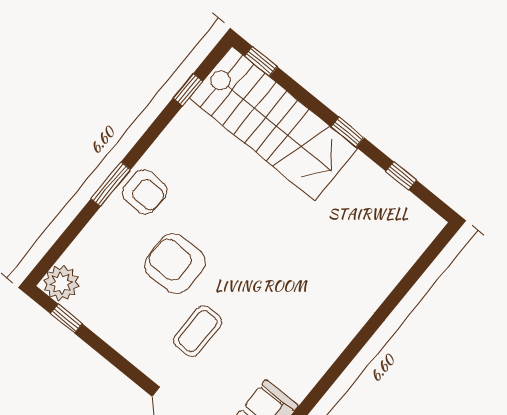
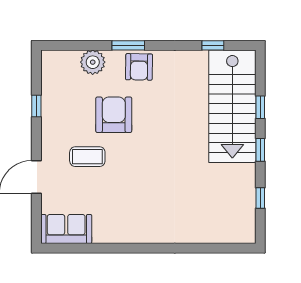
window: (261, 61) -> (260, 107), moved
plant: (61, 283) -> (93, 62), moved
window: (66, 319) -> (36, 106), moved

